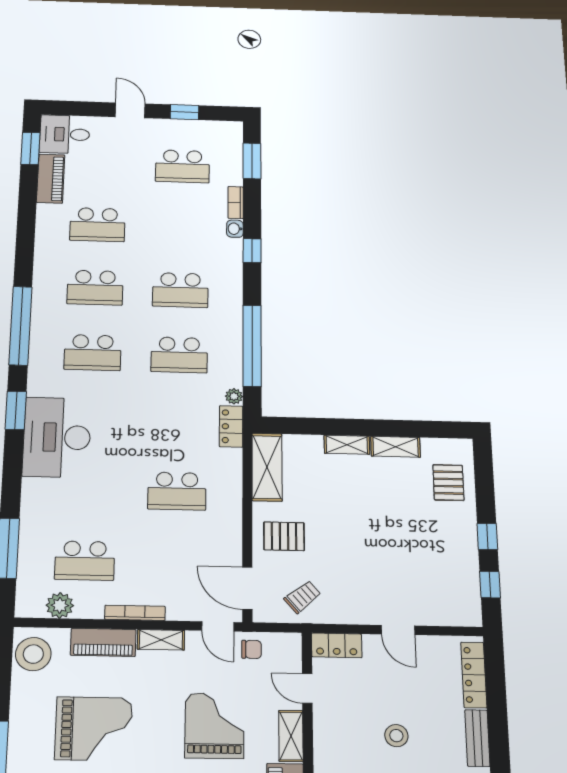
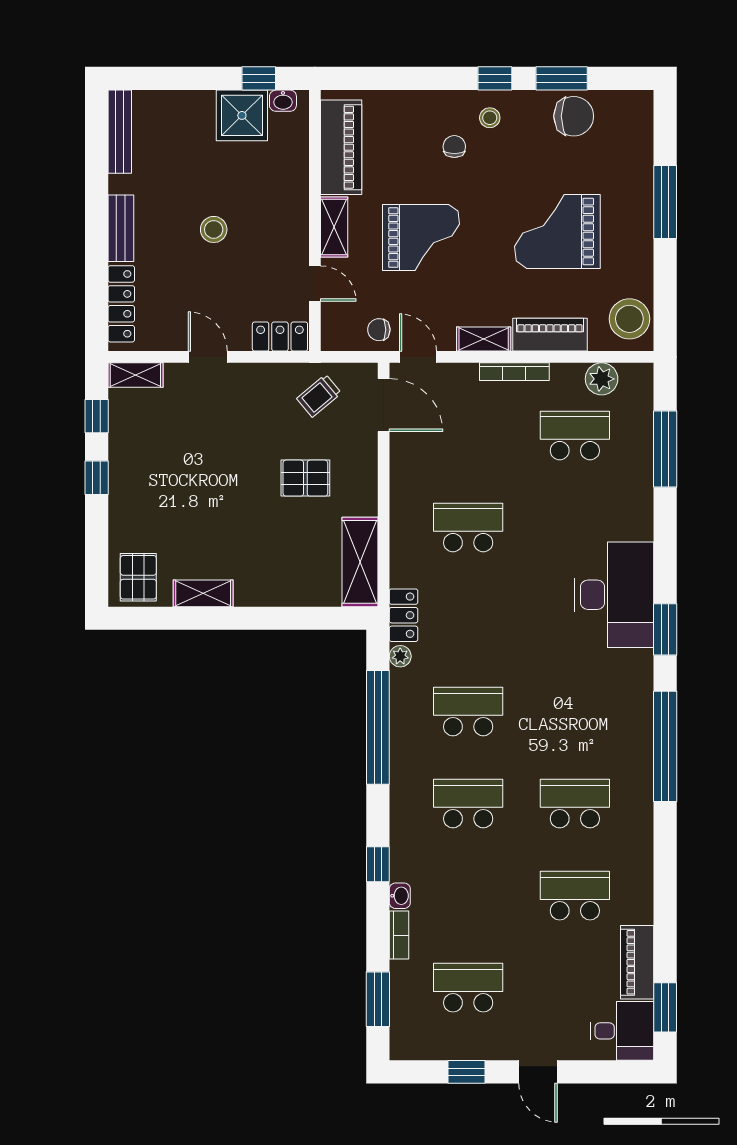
school desk: (93, 352) -> (575, 712), removed
shelving: (347, 445) -> (135, 375), moved
pallet: (448, 483) -> (138, 577), moved
pallet: (284, 536) -> (305, 478), moved
grand piano: (214, 726) -> (421, 237), turned -90

